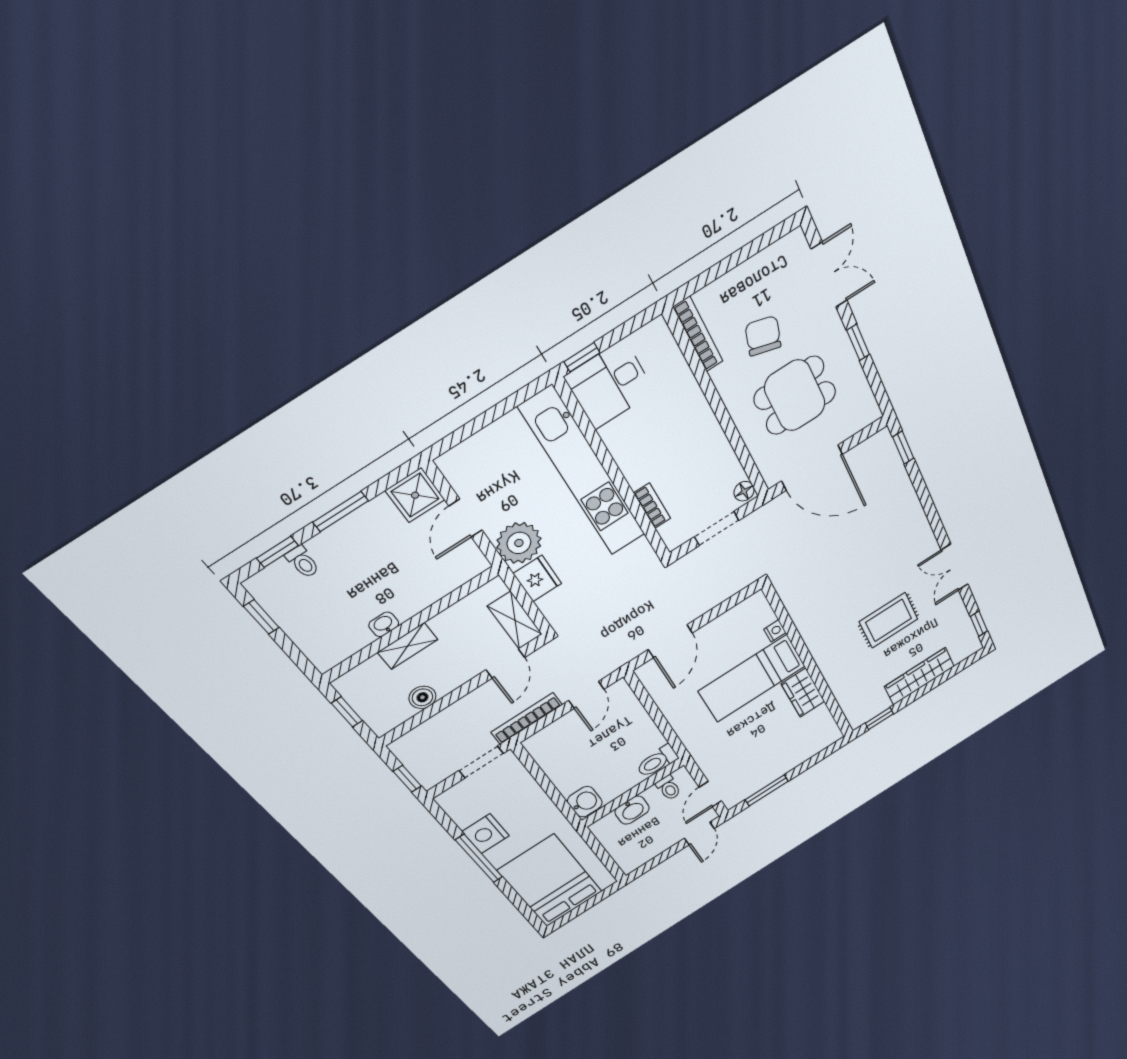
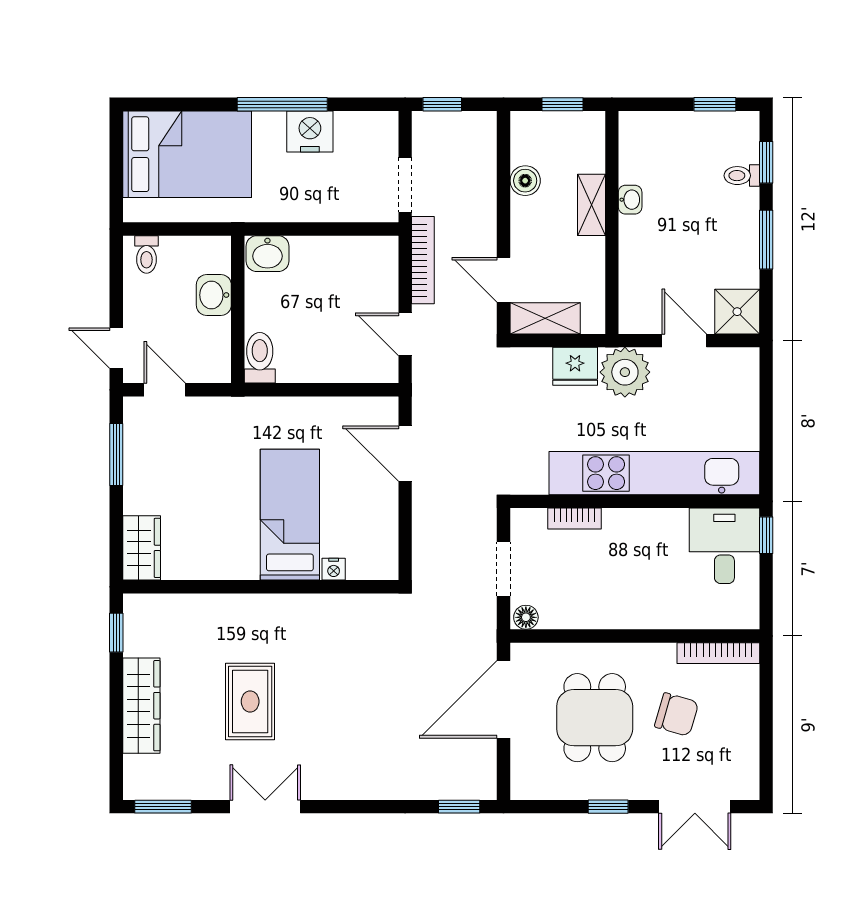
window: (979, 624) -> (163, 807), width x1.50
wardrobe: (803, 693) -> (142, 548), moved, turned 90
toilet: (669, 788) -> (147, 254), moved, turned -90

